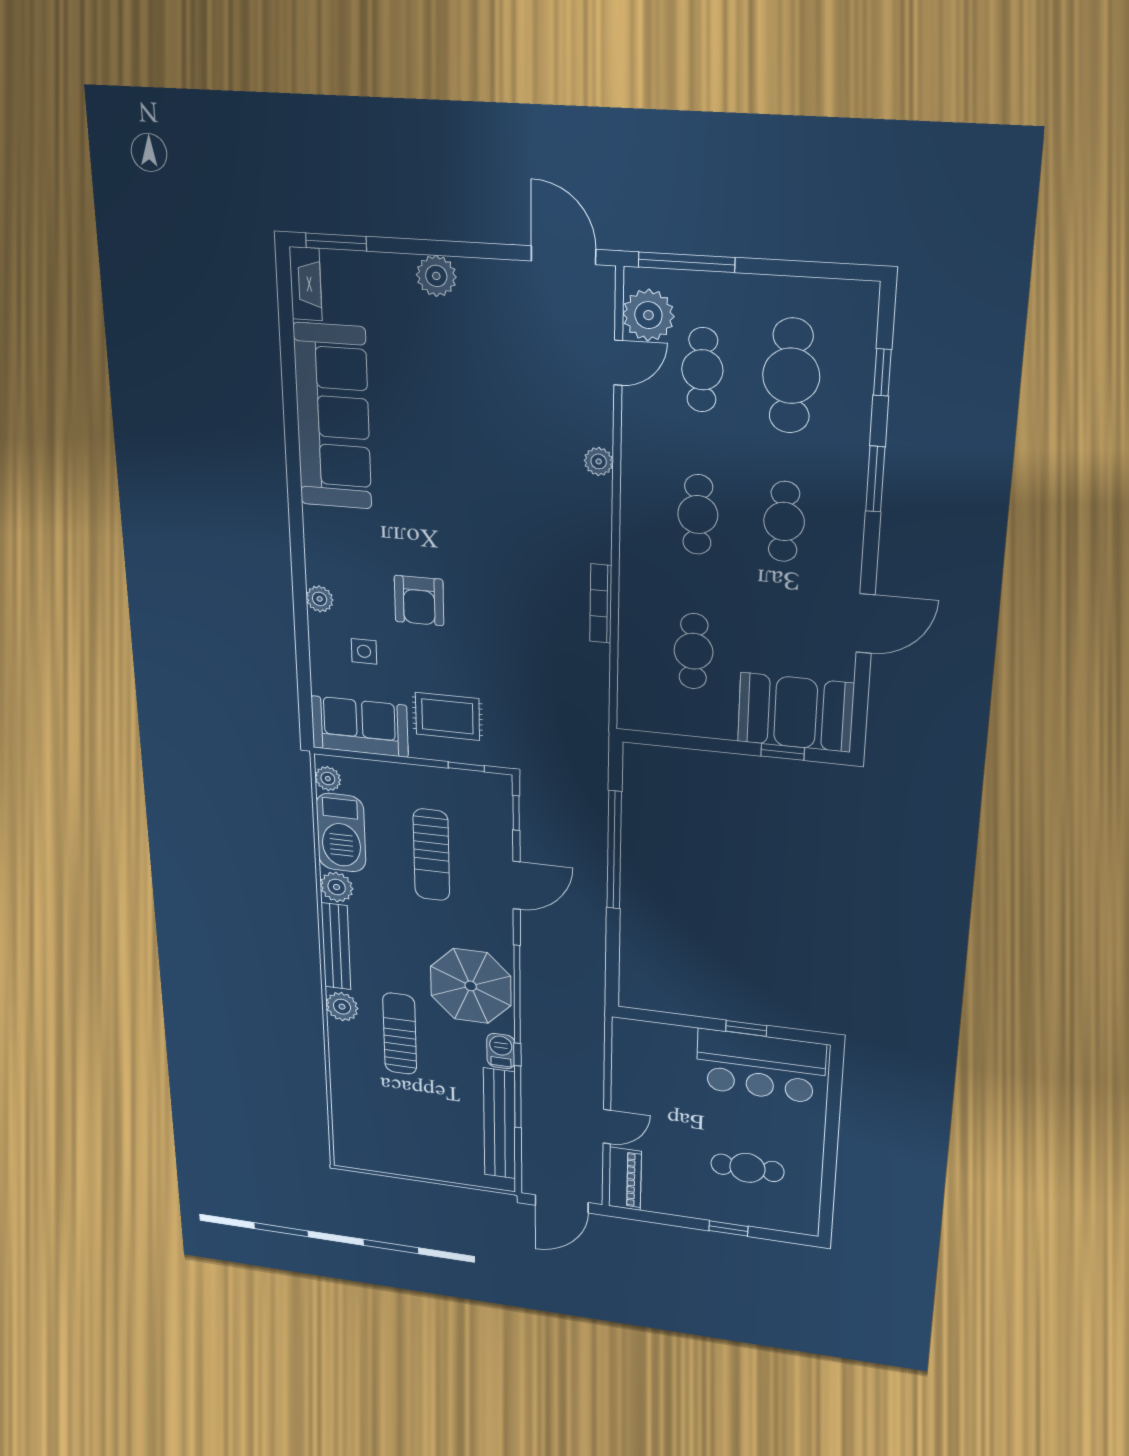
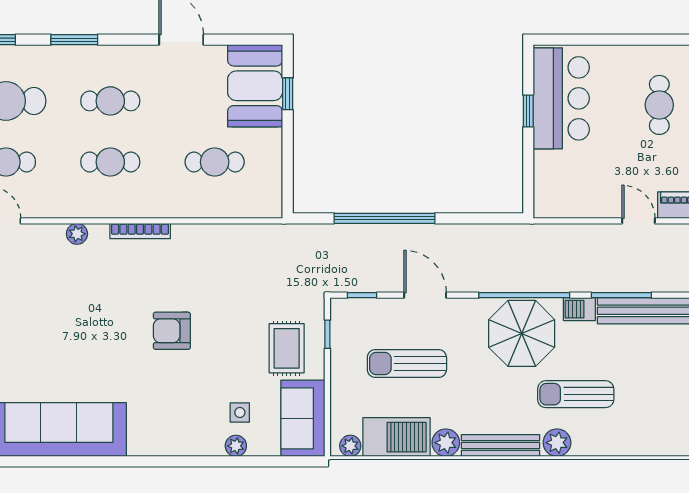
plant: (320, 599) -> (236, 446), moved
armchair: (419, 601) -> (172, 331), moved, turned 180
bookcase: (601, 604) -> (140, 231), moved
sun lounger: (431, 855) -> (407, 363), turned 180

